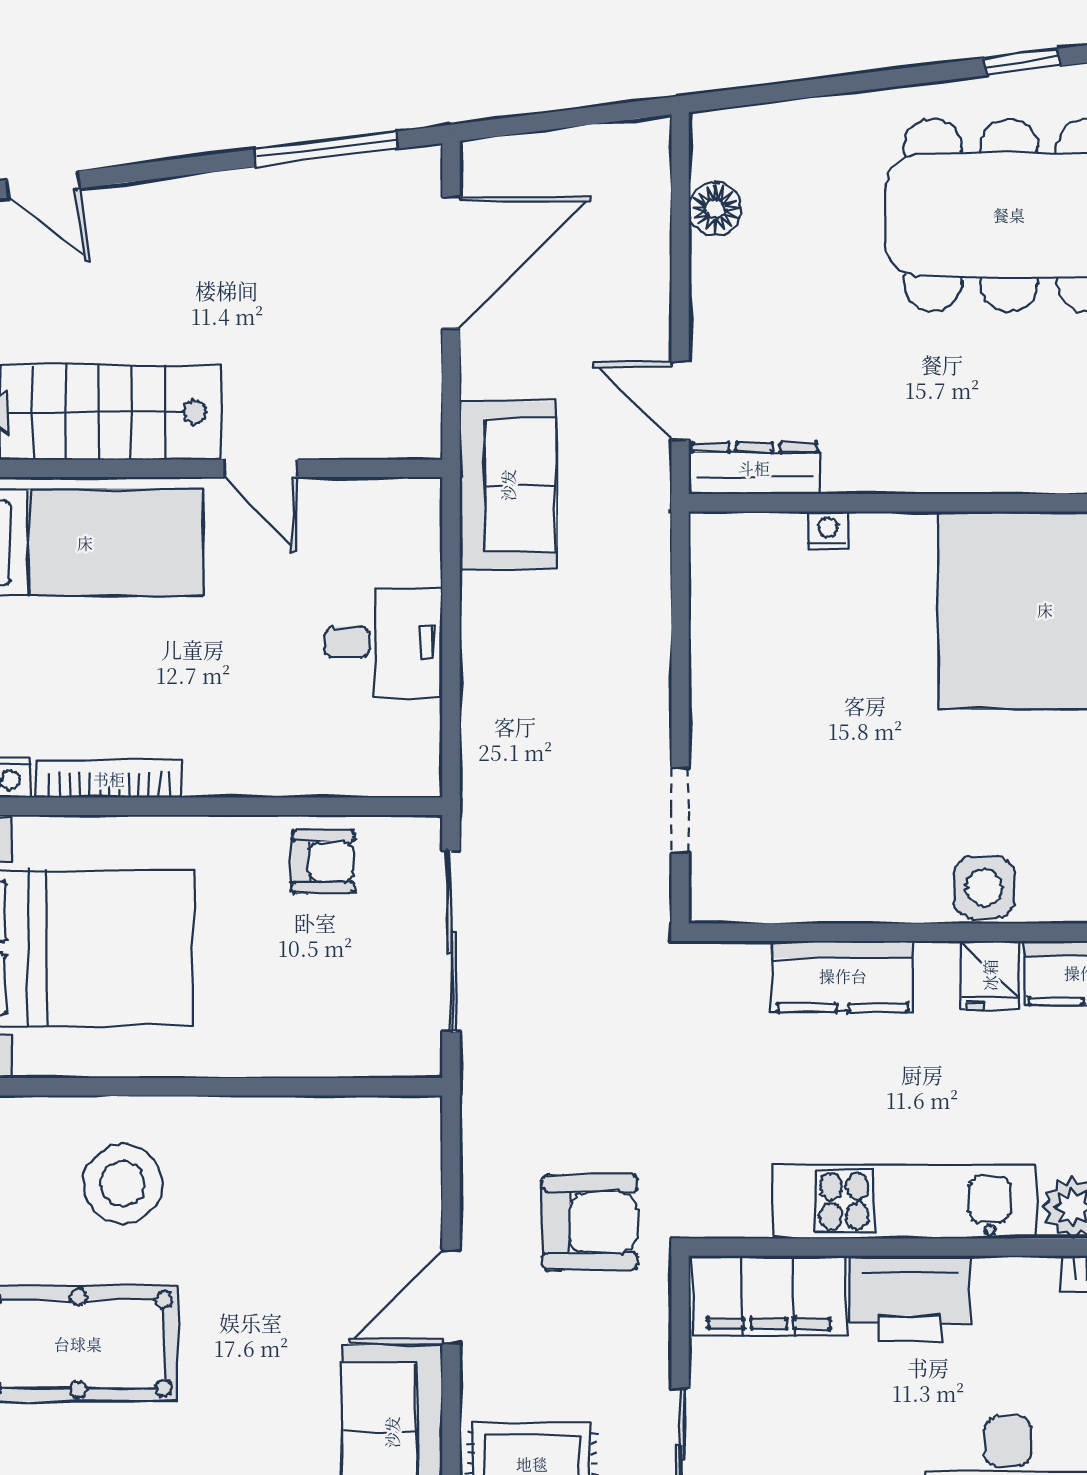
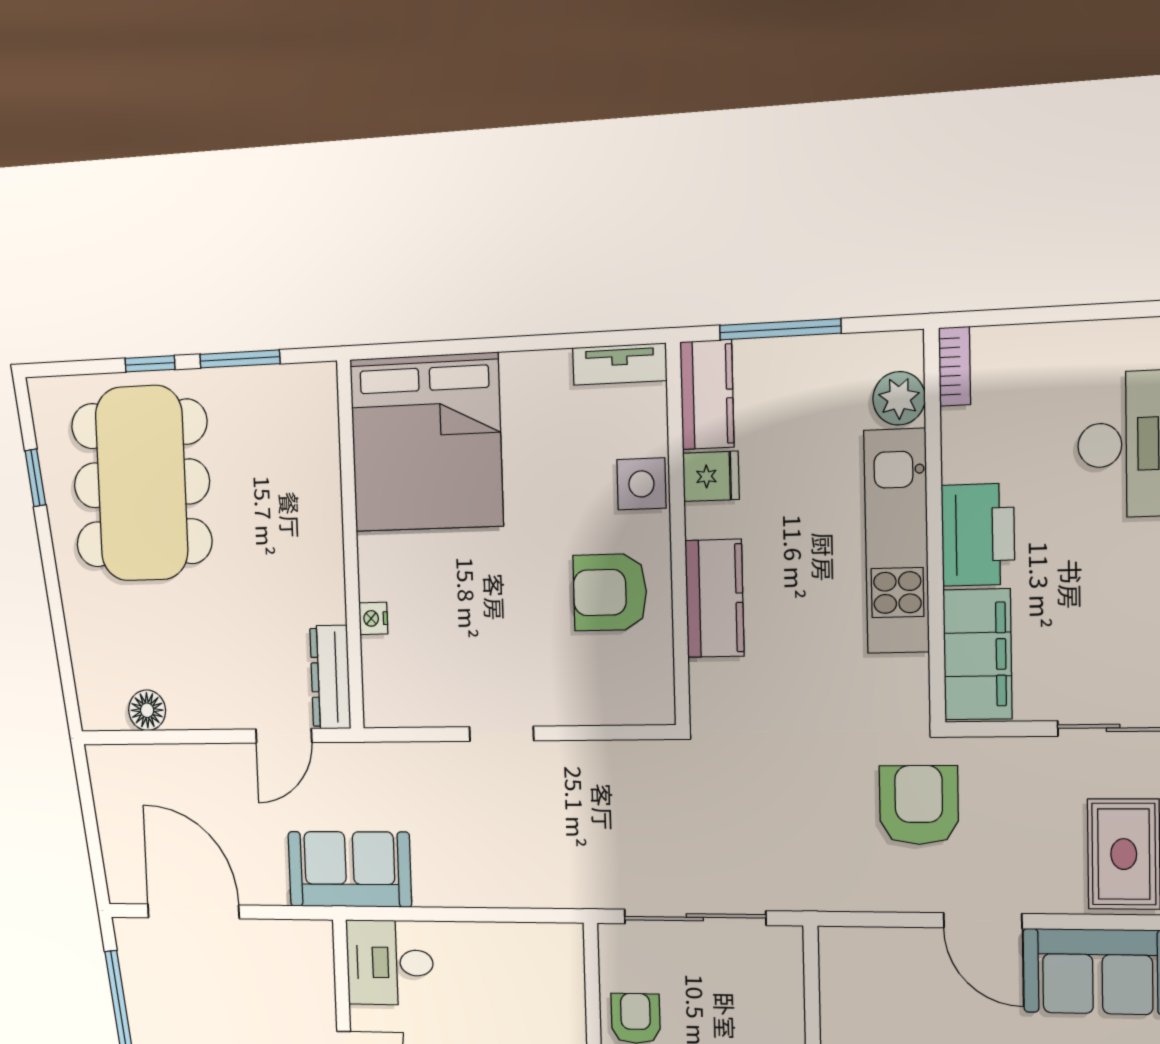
desk: (384, 642) -> (390, 963), moved, turned -90
doorway: (680, 810) -> (502, 734), moved
armchair: (853, 844) -> (610, 592), added

